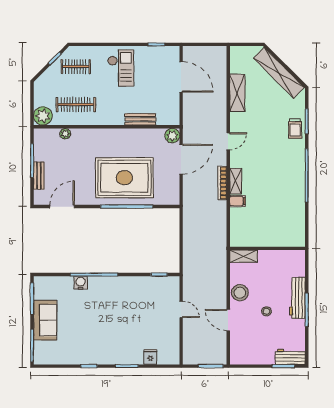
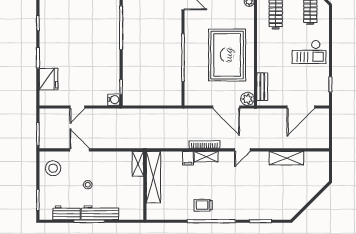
shelving: (279, 73) -> (153, 177), moved, turned -45
bench: (140, 119) -> (262, 87), moved
trolley: (295, 129) -> (203, 205), moved
door: (228, 141) -> (242, 150), hinge flipped
rug: (124, 178) -> (227, 55), moved
water cooler: (81, 283) -> (114, 100), moved
stool: (240, 293) -> (53, 168), moved
door: (181, 309) -> (77, 107), moved
door: (228, 320) -> (80, 150), hinge flipped
fridge: (150, 357) -> (48, 79), width x1.88, depth x1.34
workbench: (290, 357) -> (67, 213), moved, turned -90

